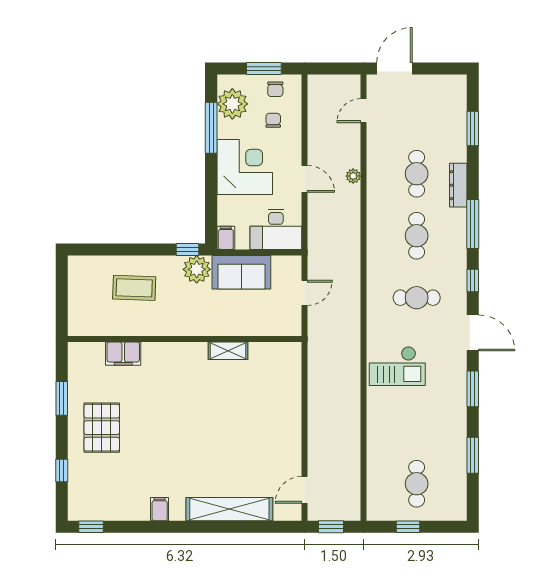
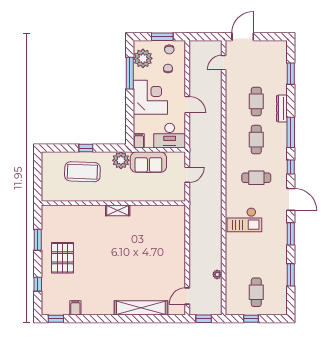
plant: (353, 176) -> (217, 274), moved
window: (187, 250) -> (86, 148), moved
coffee table: (134, 288) -> (82, 172), width x1.36, depth x1.32
shelving: (228, 351) -> (118, 210), moved
filing cabinet: (123, 354) -> (76, 212), removed
filing cabinet: (160, 509) -> (75, 308), moved

